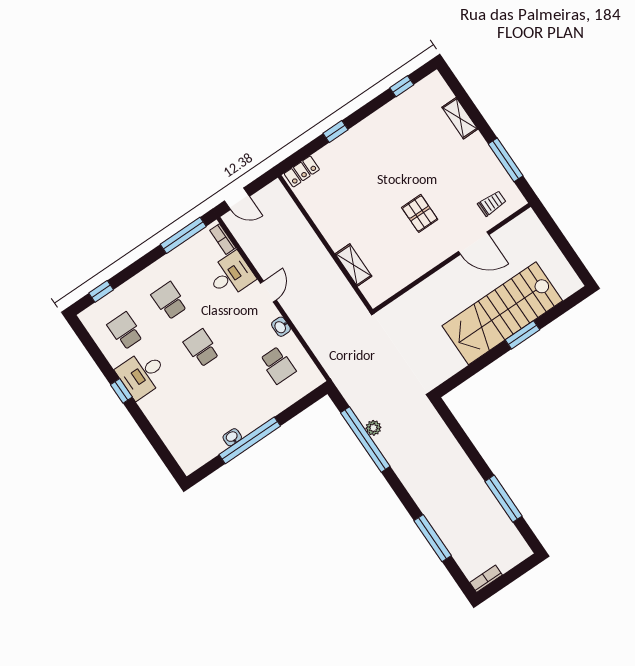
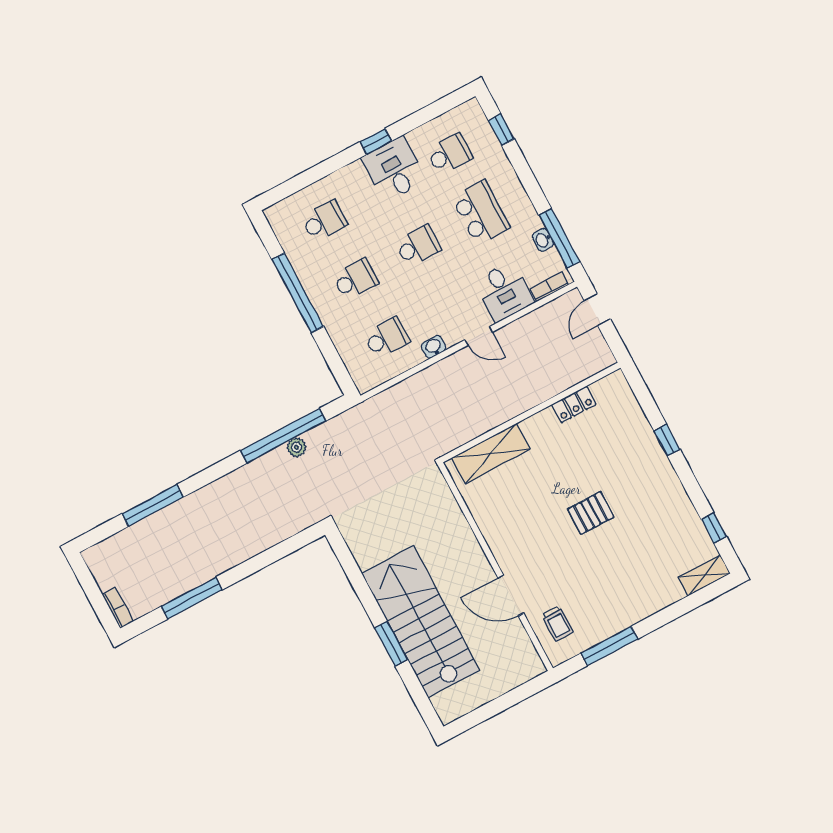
shelving: (460, 118) -> (704, 575), moved
locker: (302, 171) -> (574, 404), moved, turned -90
pallet: (420, 213) -> (591, 513), moved
door: (474, 243) -> (511, 596), hinge flipped
shelving: (354, 265) -> (491, 453), width x1.50, depth x1.33
school desk: (169, 301) -> (481, 213), width x1.85
school desk: (278, 365) -> (387, 338), turned 180
school desk: (234, 395) -> (355, 279), added
school desk: (190, 425) -> (324, 221), added
washbasin: (232, 437) -> (543, 240), moved, turned 180
bookcase: (486, 579) -> (118, 608), moved

